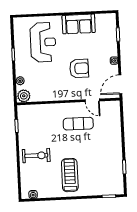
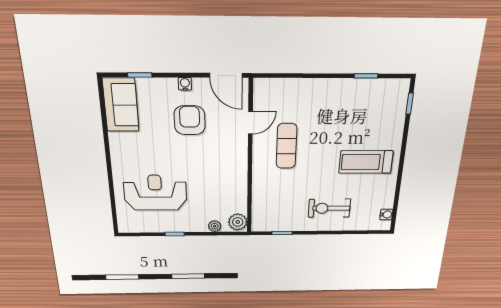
sofa: (79, 24) -> (121, 105), moved
armchair: (79, 68) -> (190, 120), moved
exercise bike: (36, 156) -> (329, 208), turned -90

